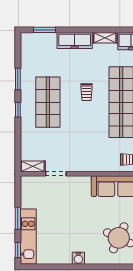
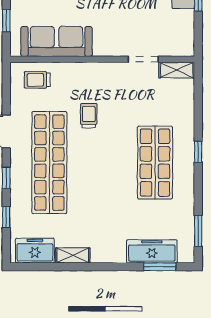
freezer: (75, 41) -> (152, 251), moved
window: (18, 79) -> (198, 231), moved
trolley: (87, 92) -> (89, 116), moved

